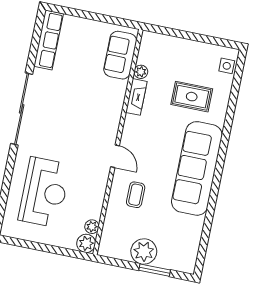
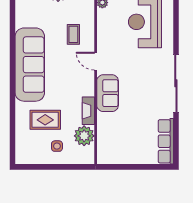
sofa: (120, 55) -> (108, 93), moved
side table: (227, 66) -> (57, 146), moved
plant: (141, 72) -> (84, 136), width x1.87, depth x1.87

